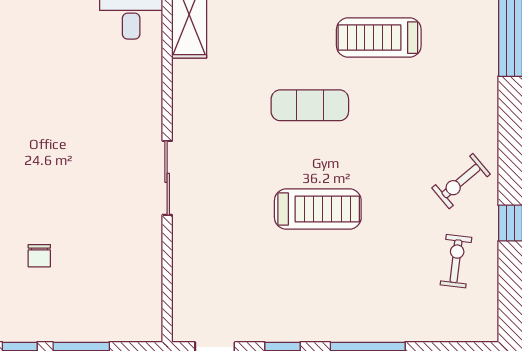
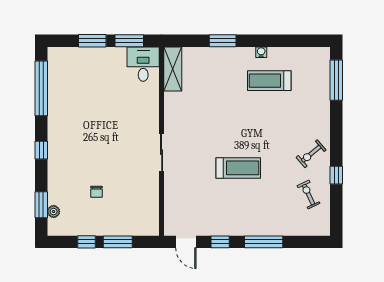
exercise mat: (310, 105) -> (234, 115), removed
exercise bike: (456, 261) -> (309, 195), turned -32

